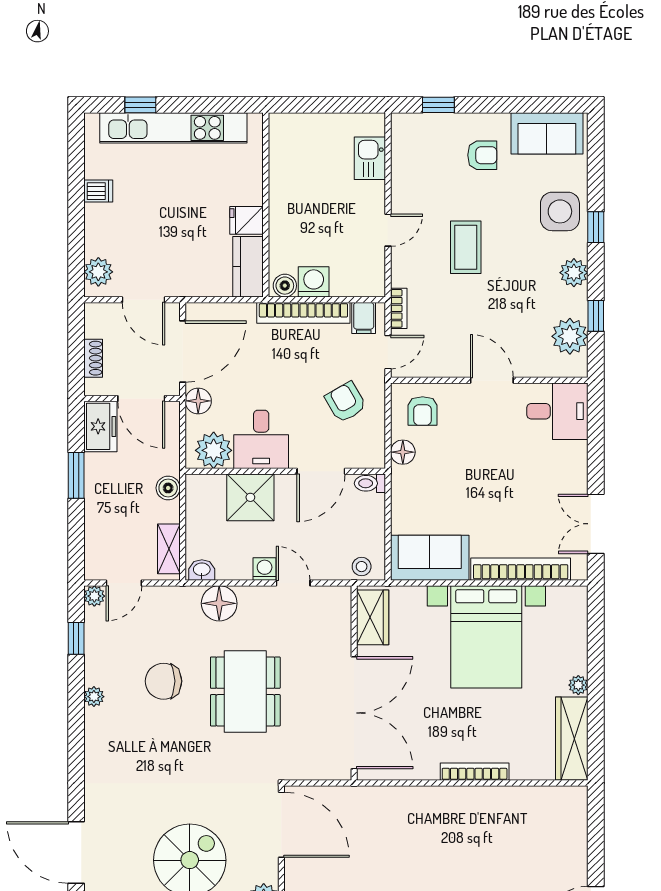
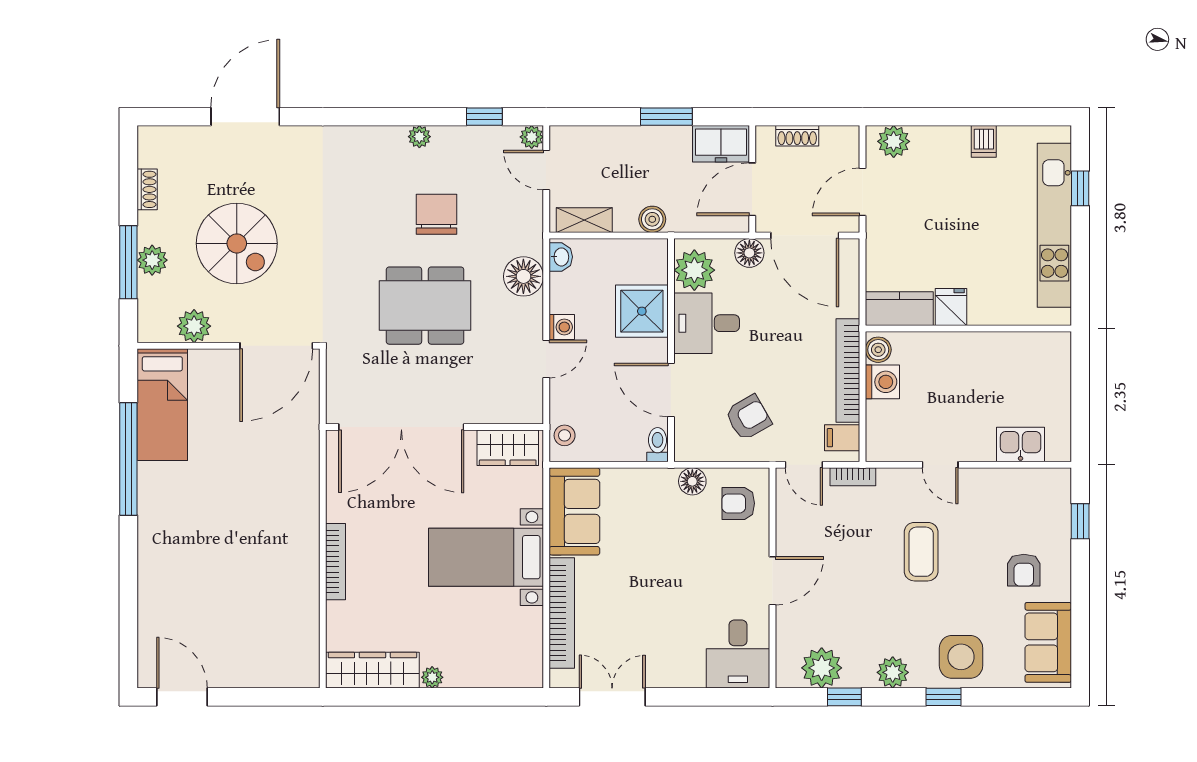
coffee table: (466, 247) -> (921, 552), turned 90
bed with nightstands: (486, 637) -> (486, 557), width x0.73

